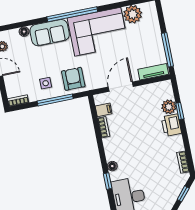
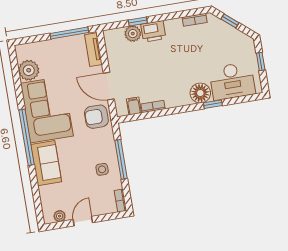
floor lamp: (24, 32) -> (44, 191), removed
armchair: (73, 79) -> (96, 117), moved
floor lamp: (112, 166) -> (200, 93), width x1.89, depth x1.89

